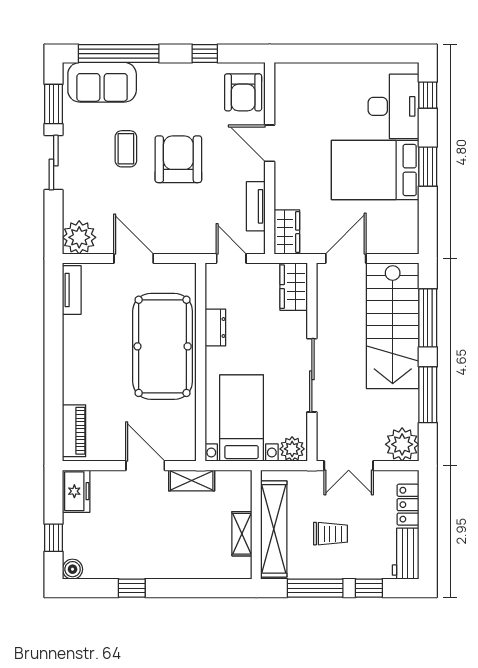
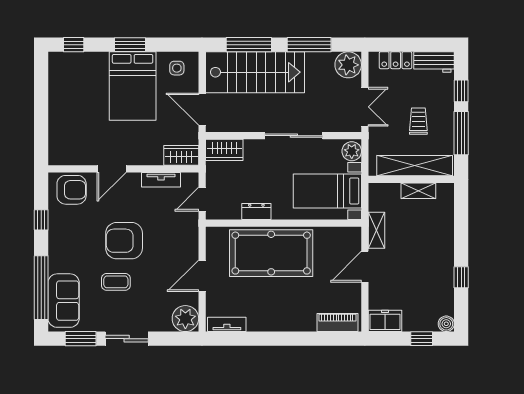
desk: (393, 106) -> (83, 72), removed
side table: (398, 226) -> (177, 68), added

